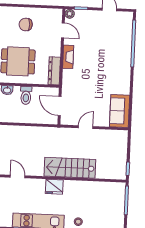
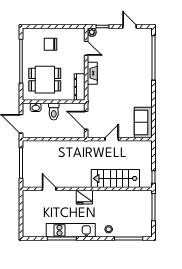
stairs: (70, 168) -> (115, 178), moved

